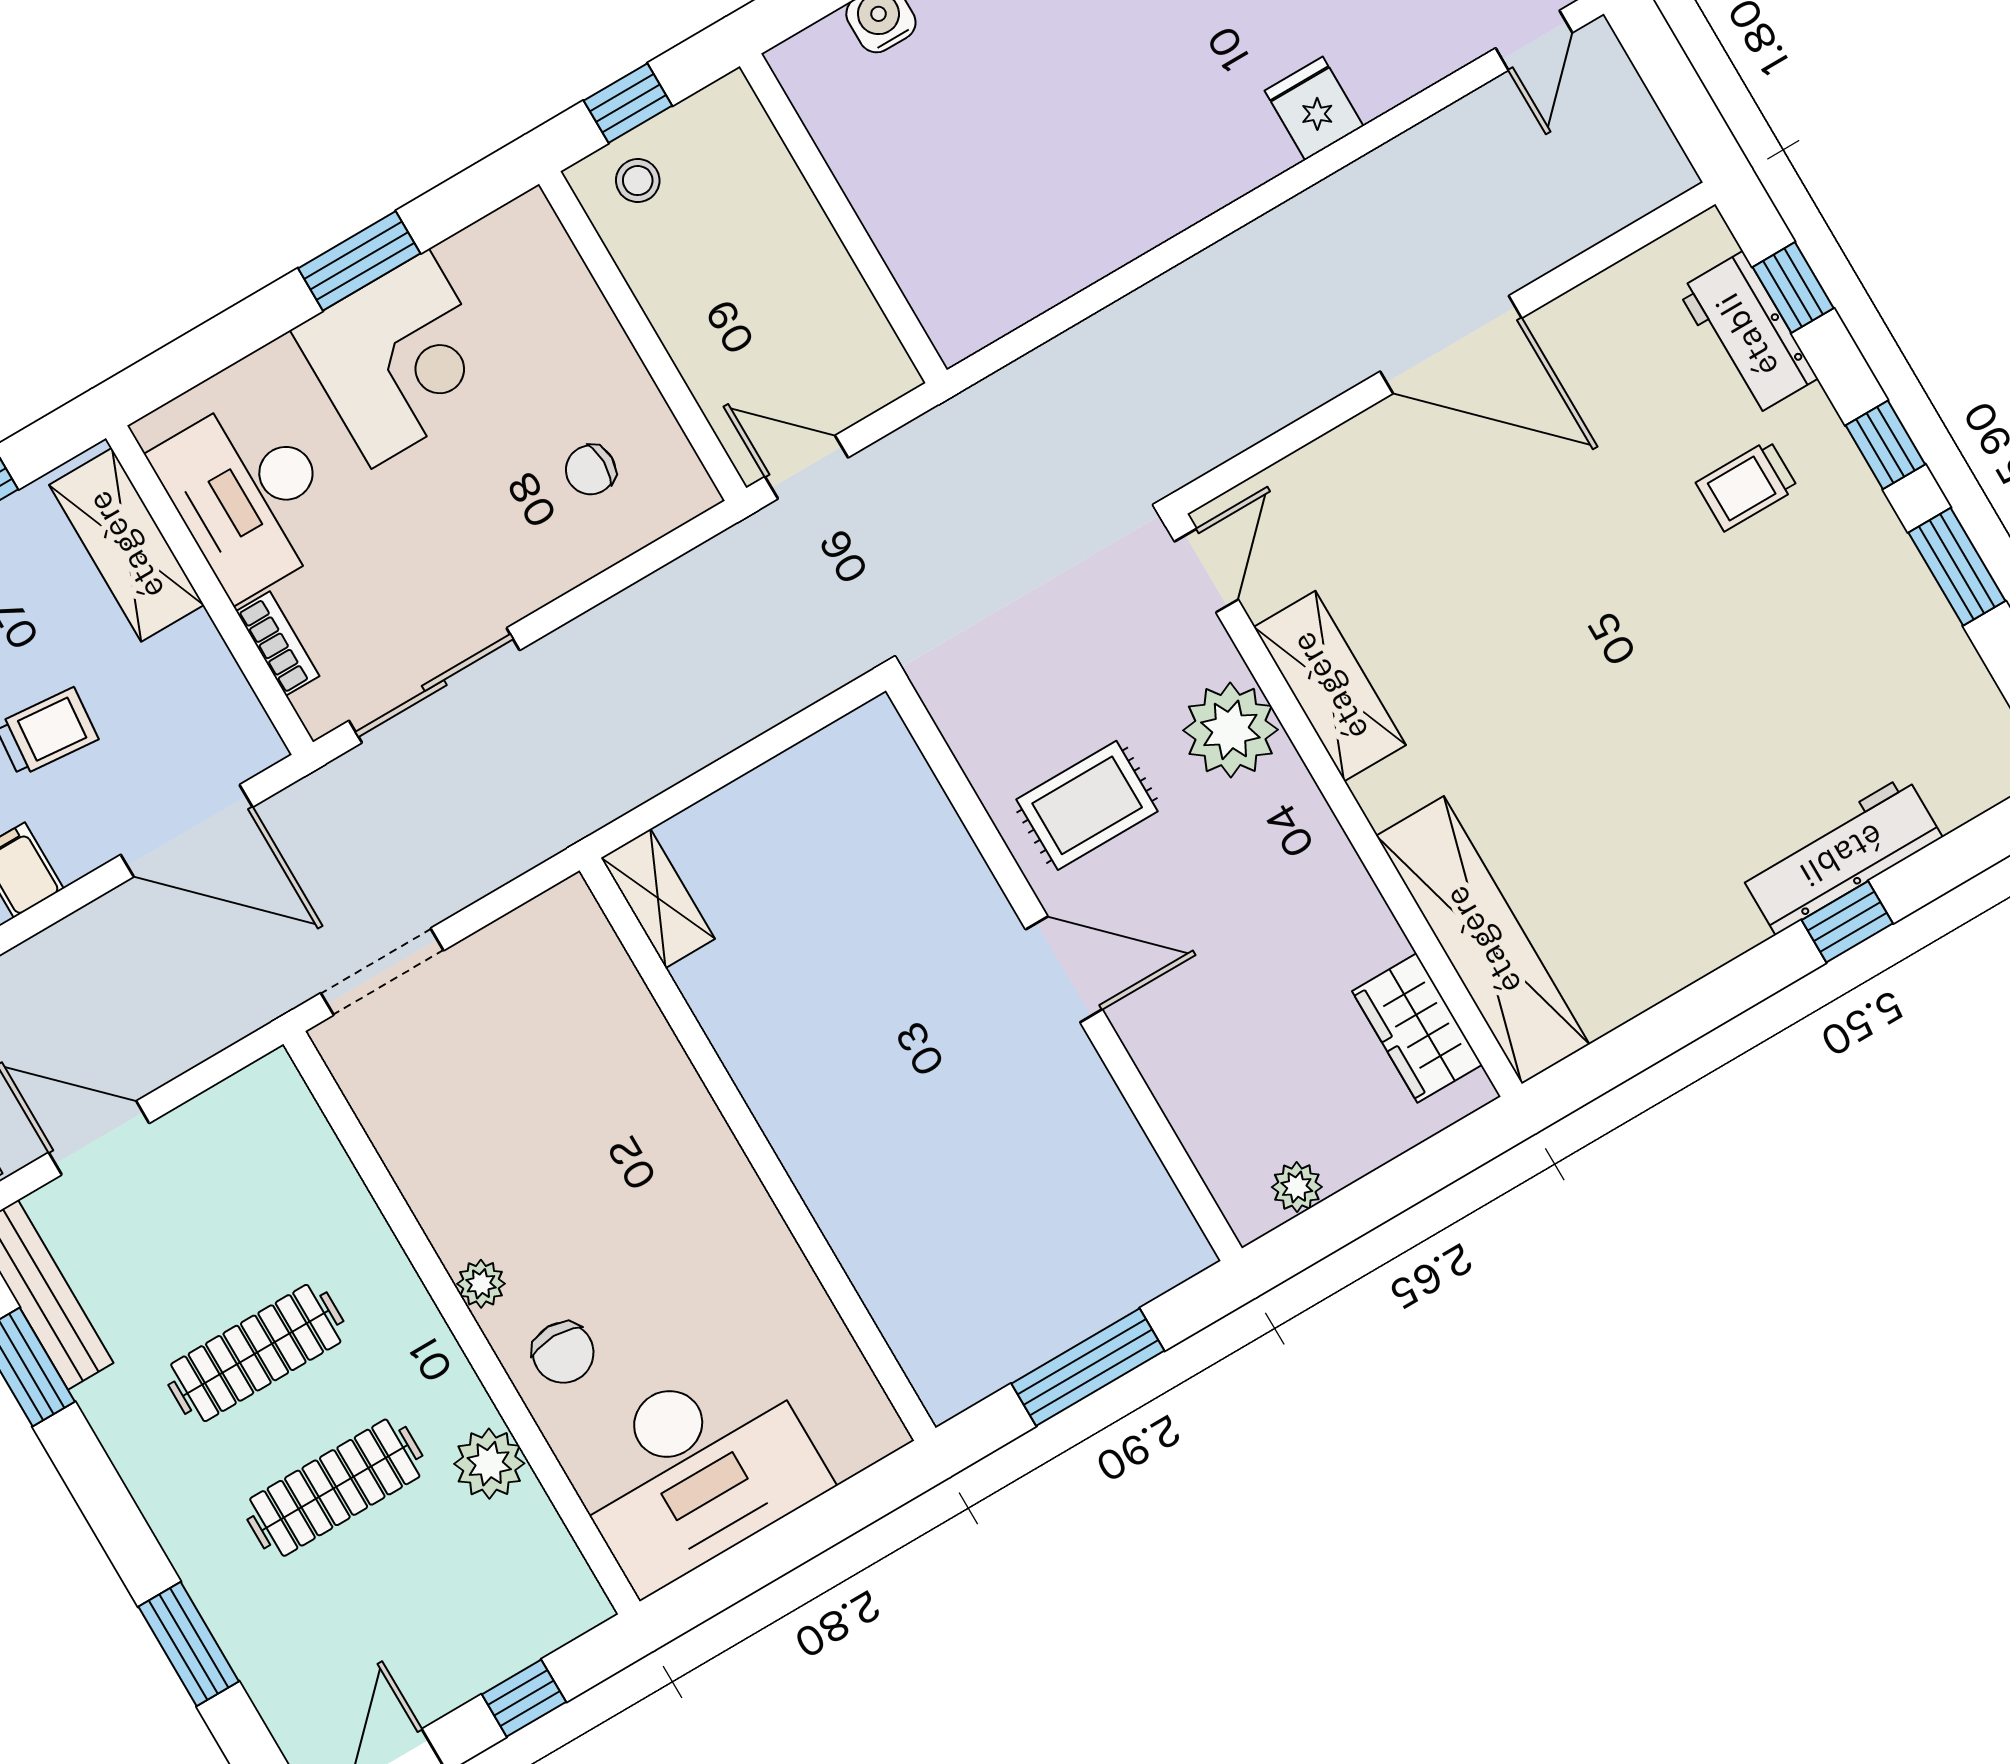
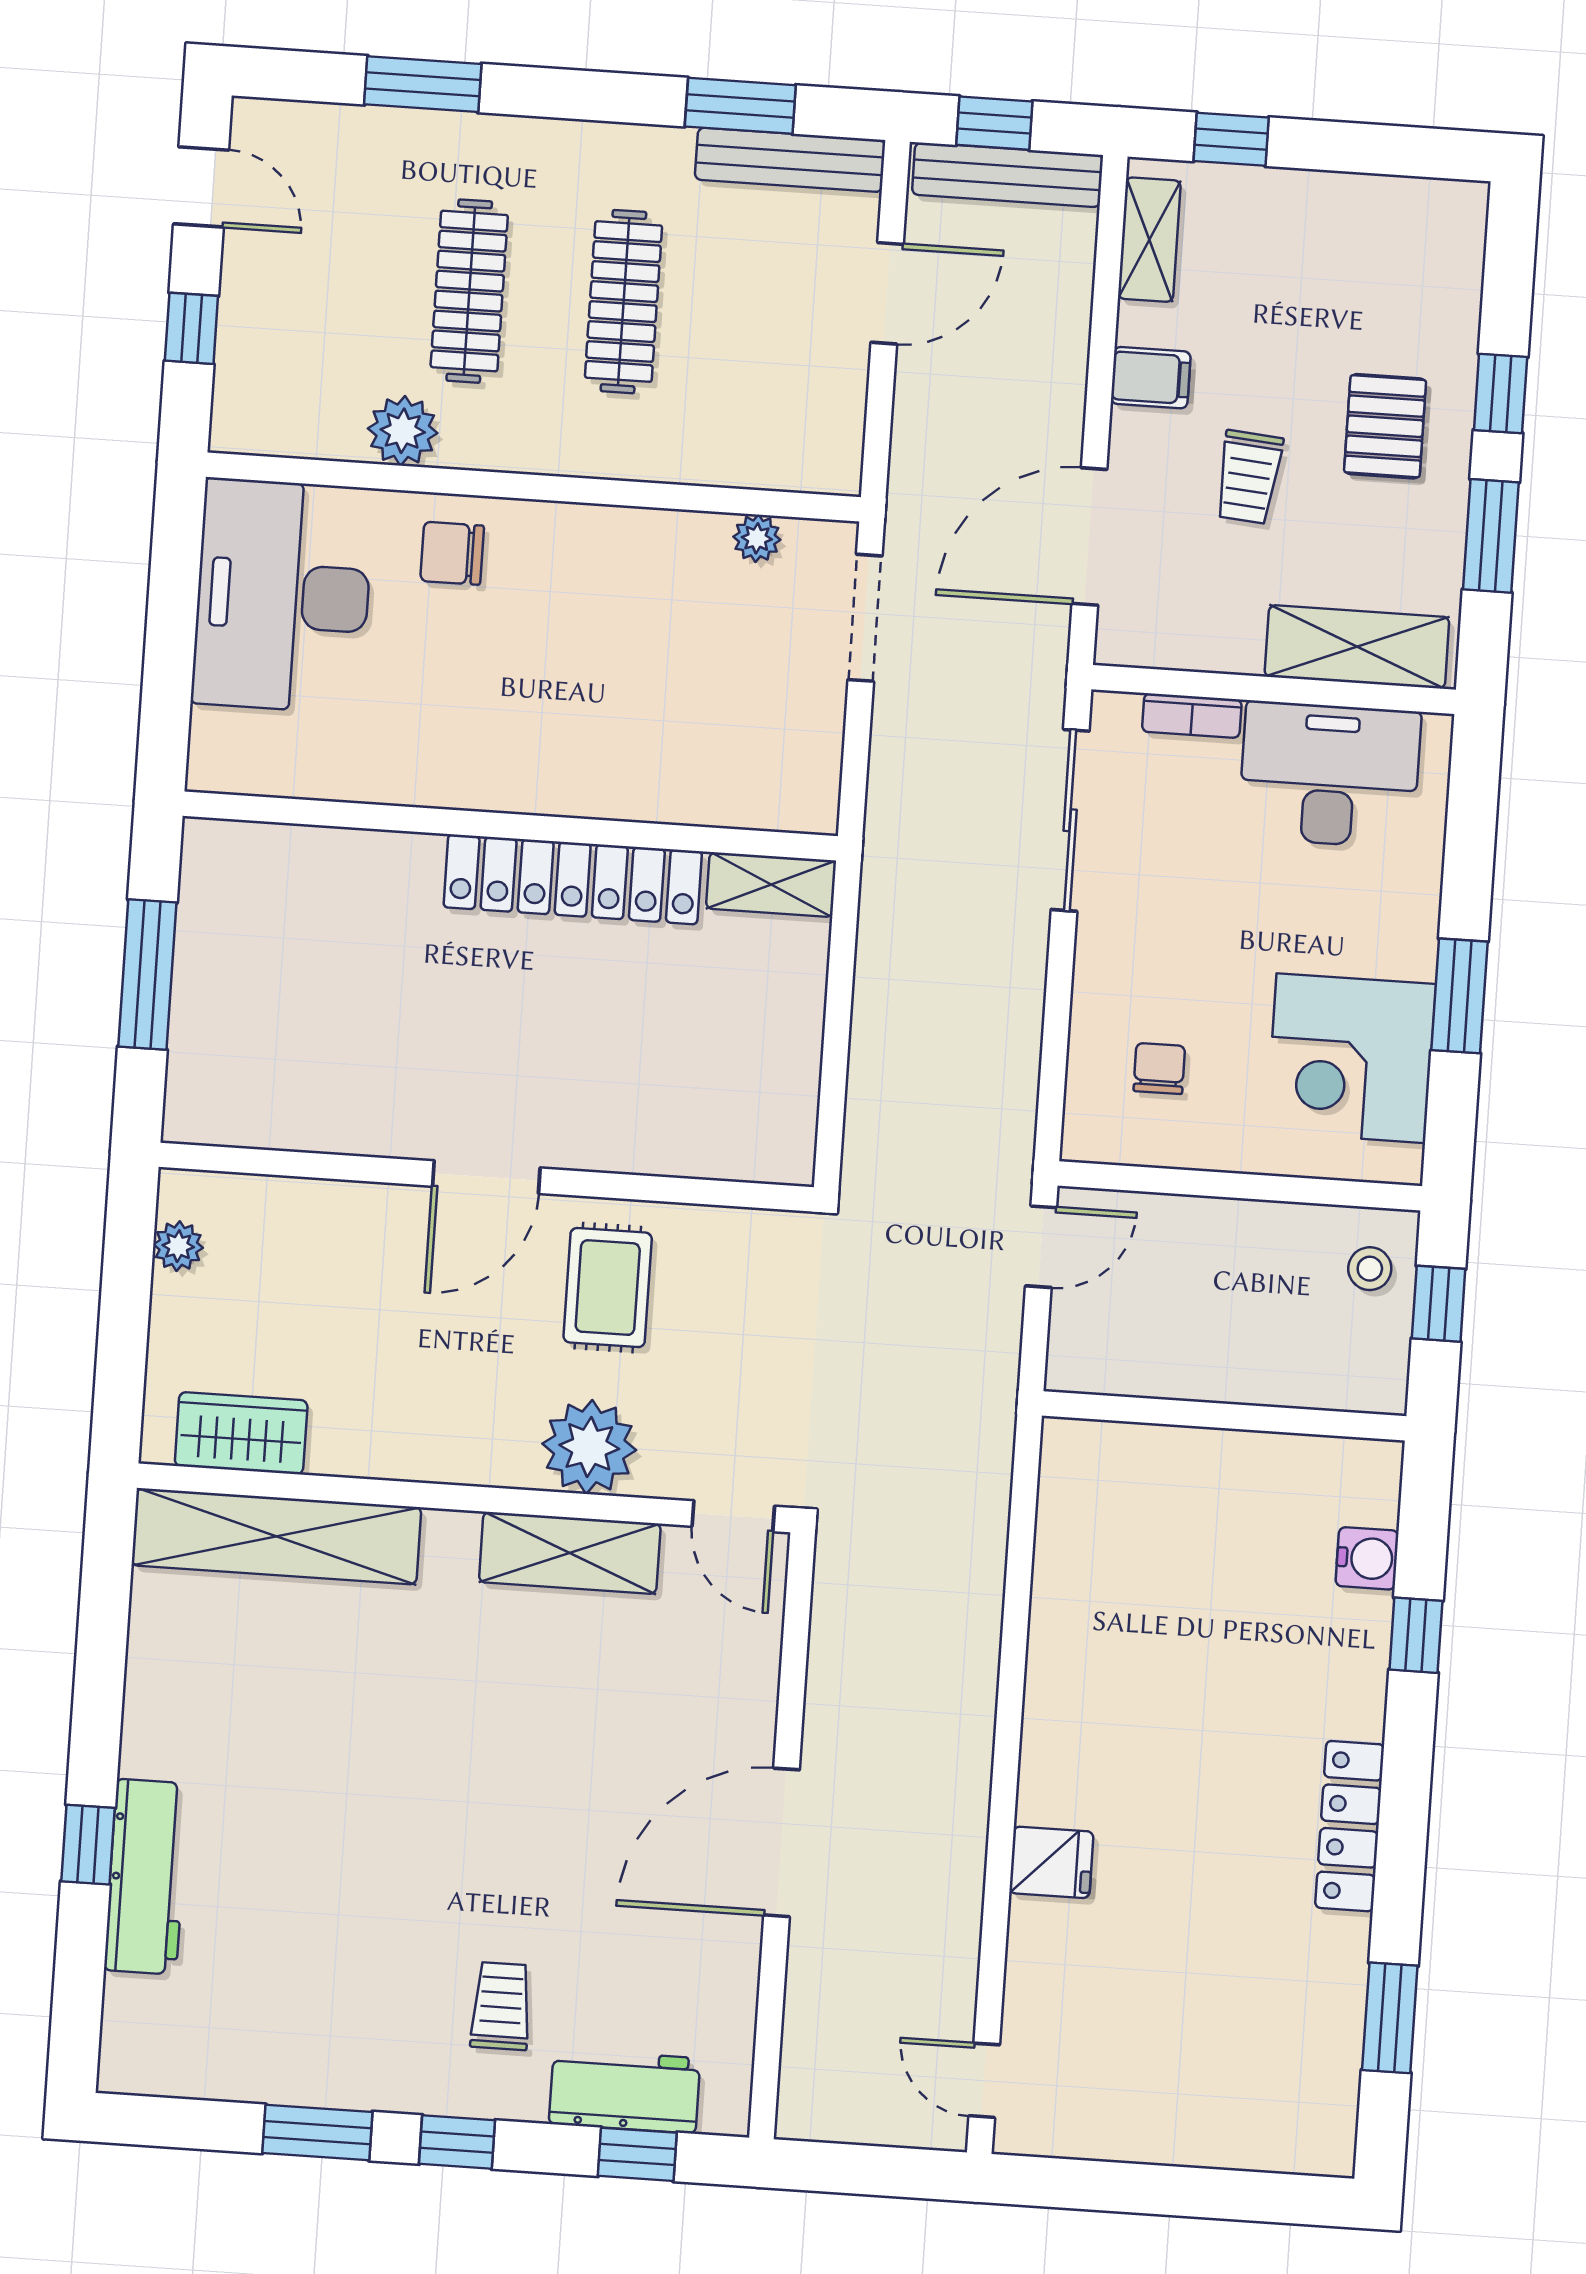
corner desk: (400, 359) -> (1351, 1058), moved
locker: (766, 1067) -> (573, 879), added
plant: (481, 1284) -> (757, 538), moved

